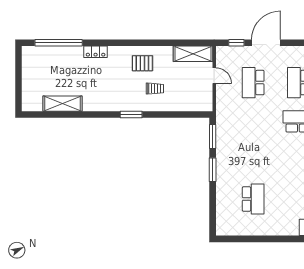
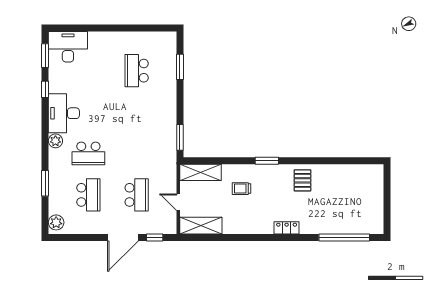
locker: (96, 52) -> (287, 228), moved
pallet: (142, 63) -> (302, 180), moved, turned 90
shelving: (62, 104) -> (200, 172), moved
window: (213, 170) -> (180, 67), moved

